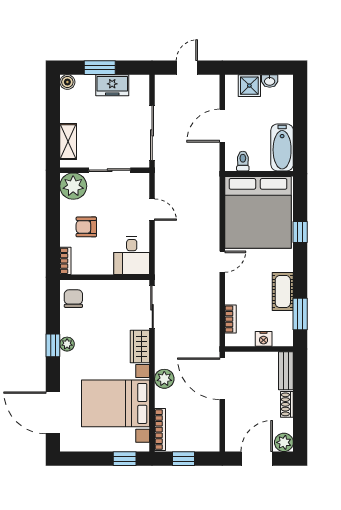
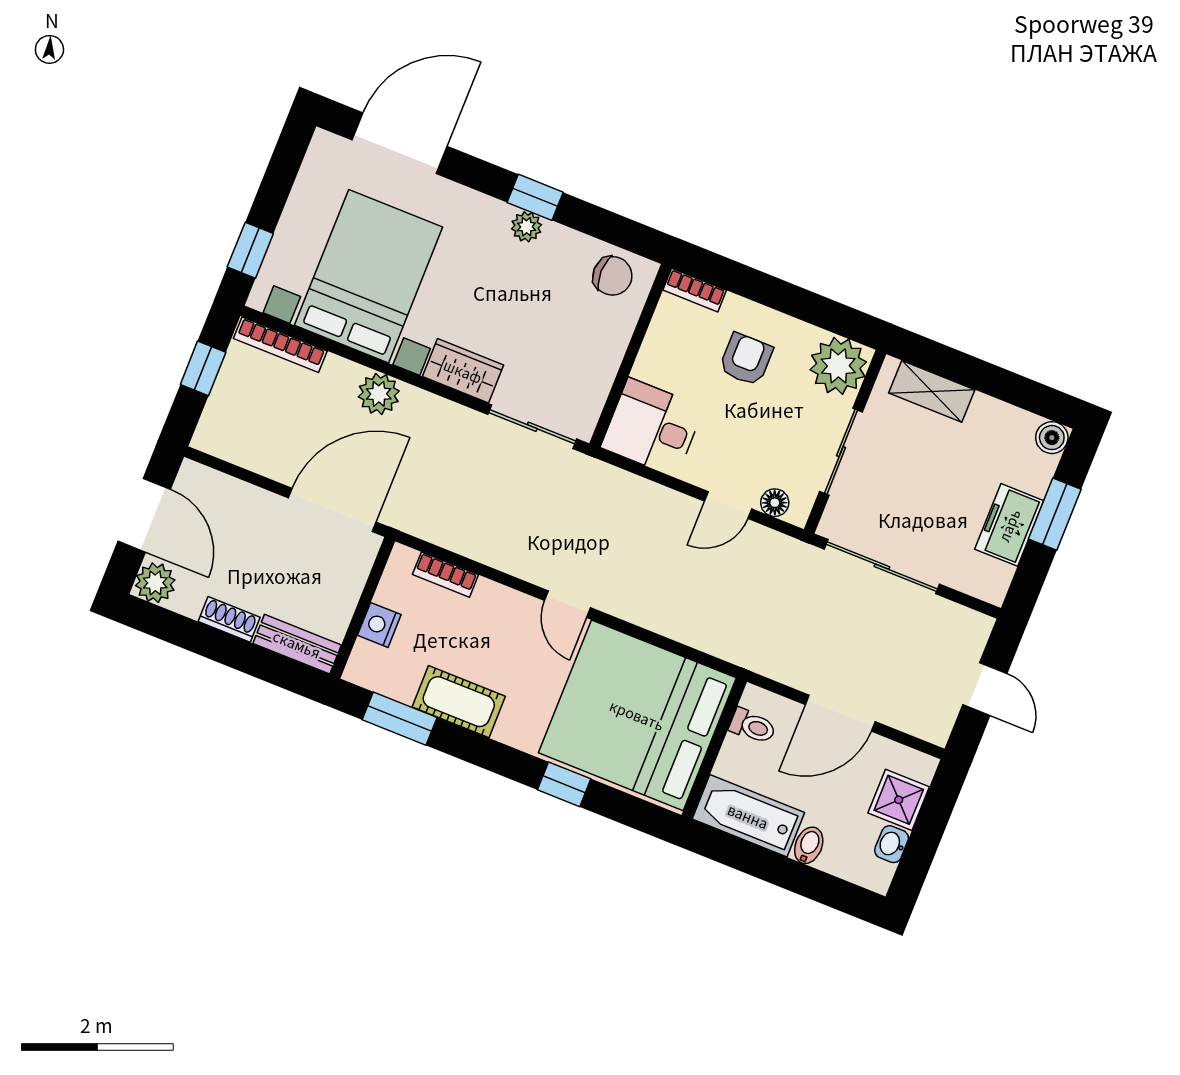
bidet: (284, 116) -> (809, 845), added
door: (222, 126) -> (840, 713), swing flipped
floor lamp: (143, 190) -> (775, 503), added

